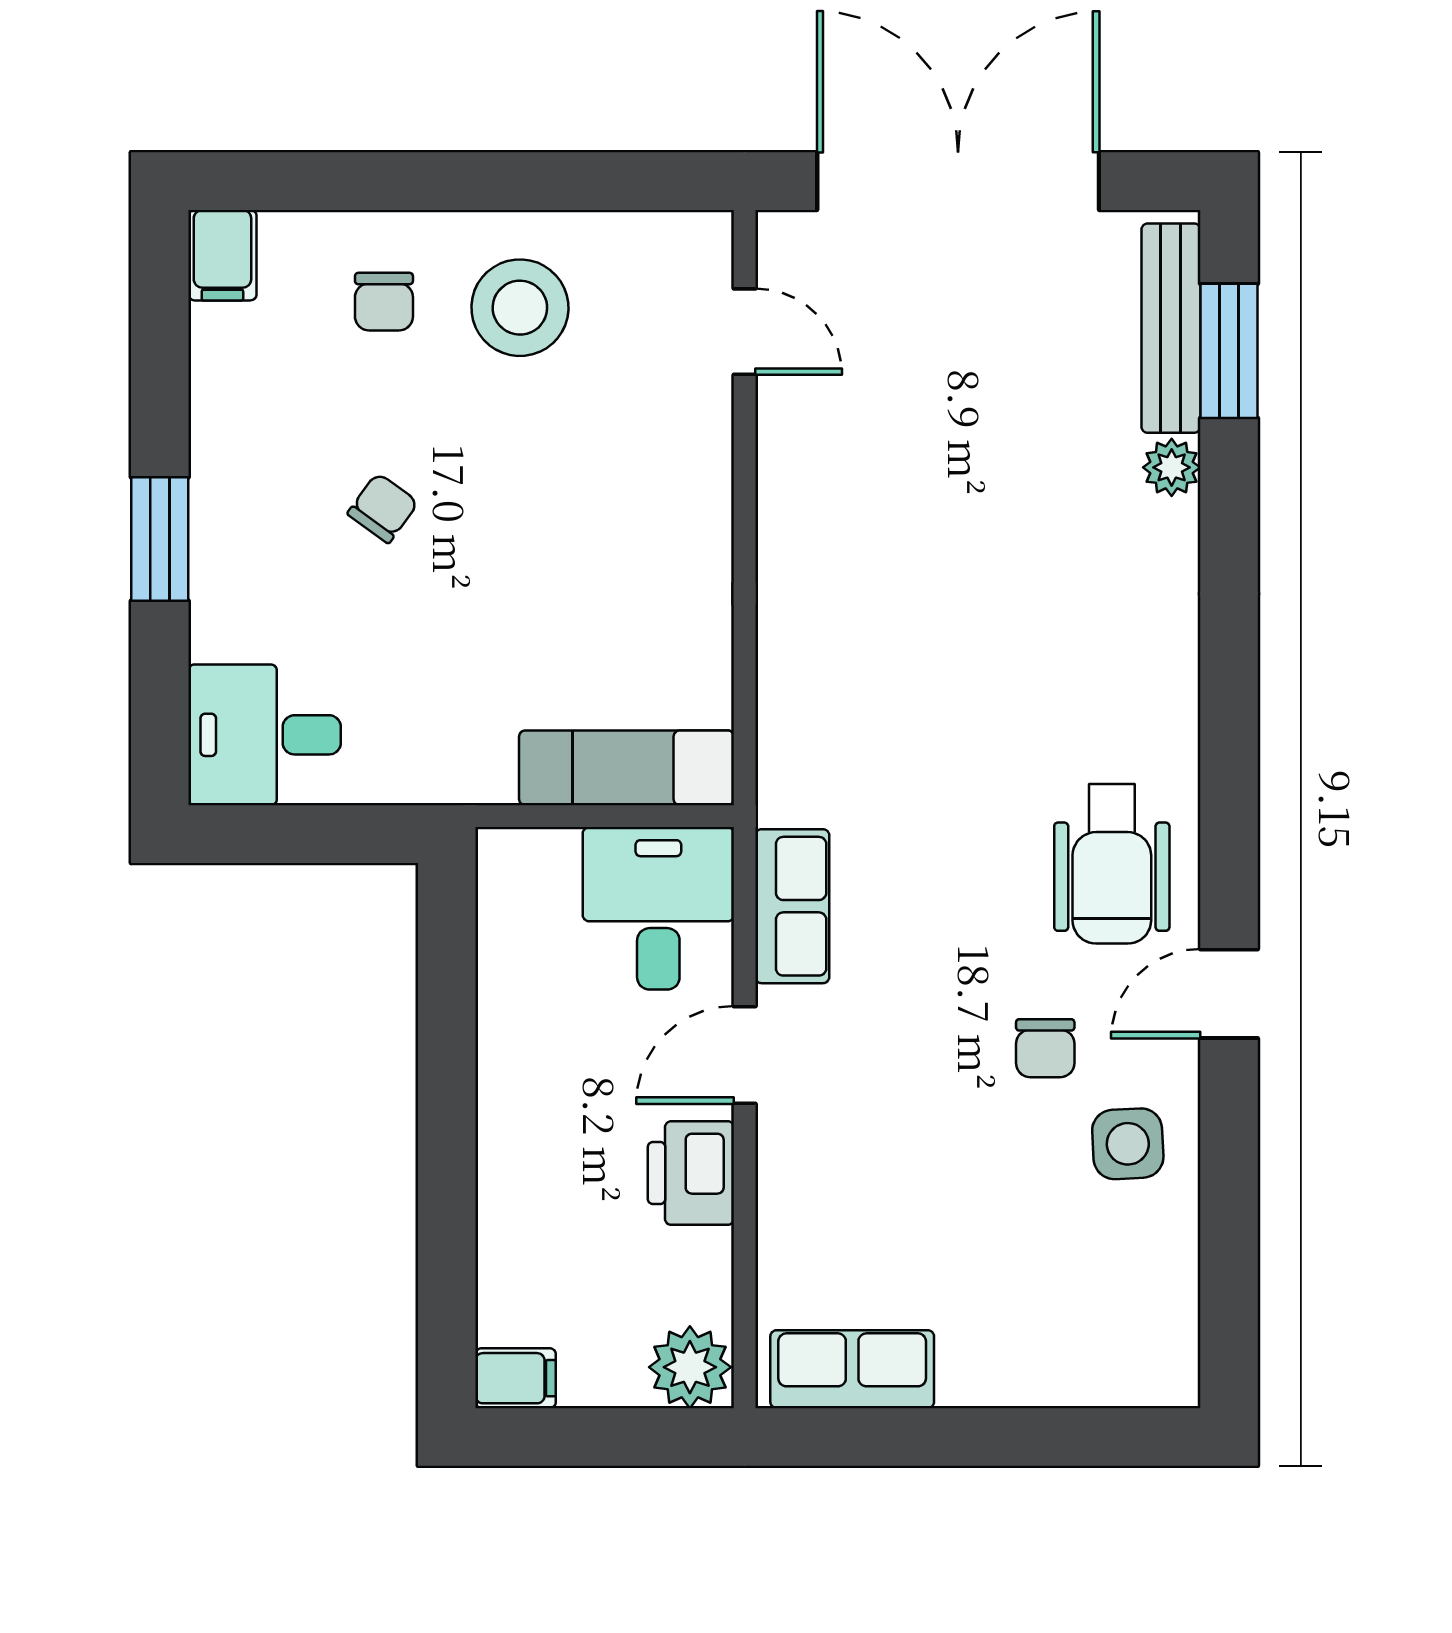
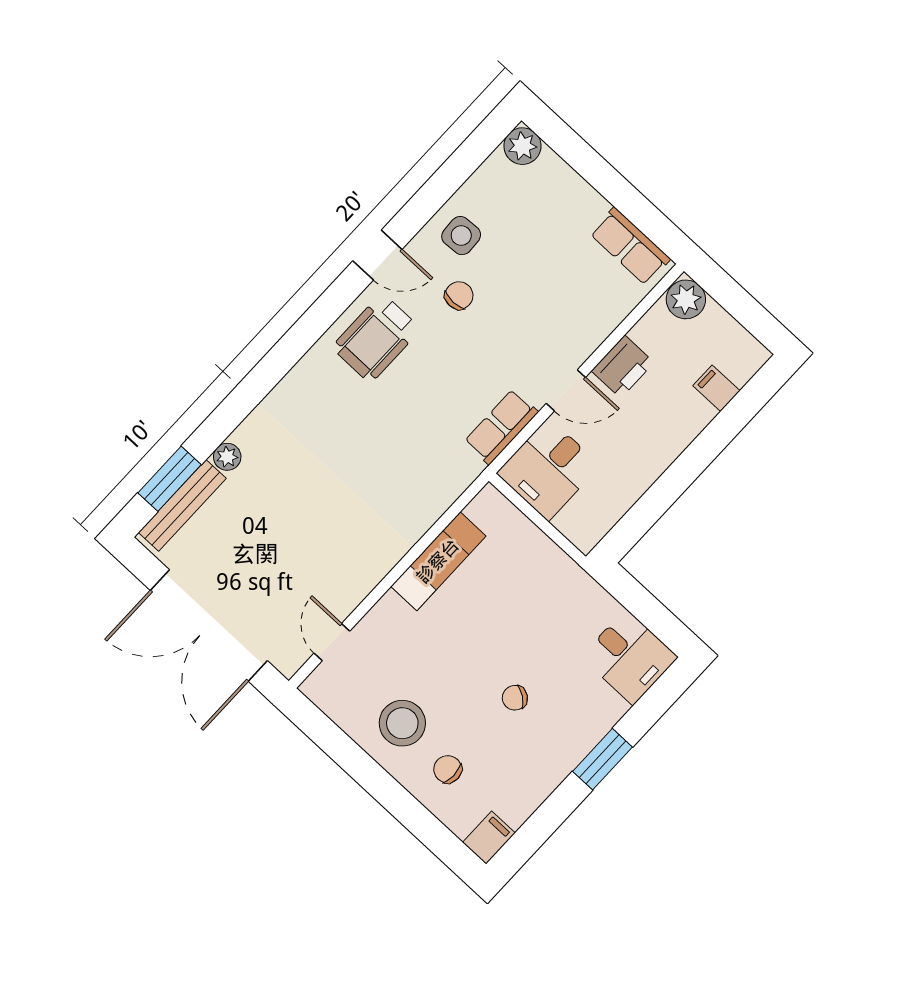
chair: (384, 302) -> (448, 769), turned -90
exam couch: (627, 768) -> (438, 561), moved, turned -90
wheelchair: (1112, 864) -> (376, 338), turned 180
plant: (1161, 1369) -> (522, 146), added
filing cabinet: (516, 1378) -> (716, 388), moved

